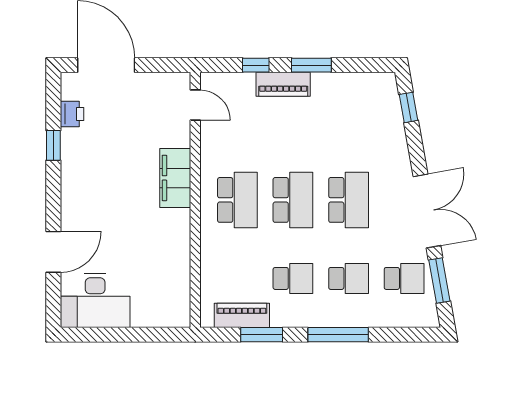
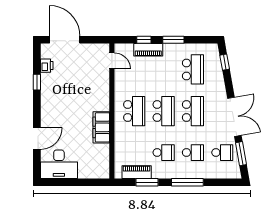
piano: (283, 84) -> (148, 50), moved
school desk: (349, 121) -> (193, 69), added
filing cabinet: (175, 178) -> (101, 127), moved

